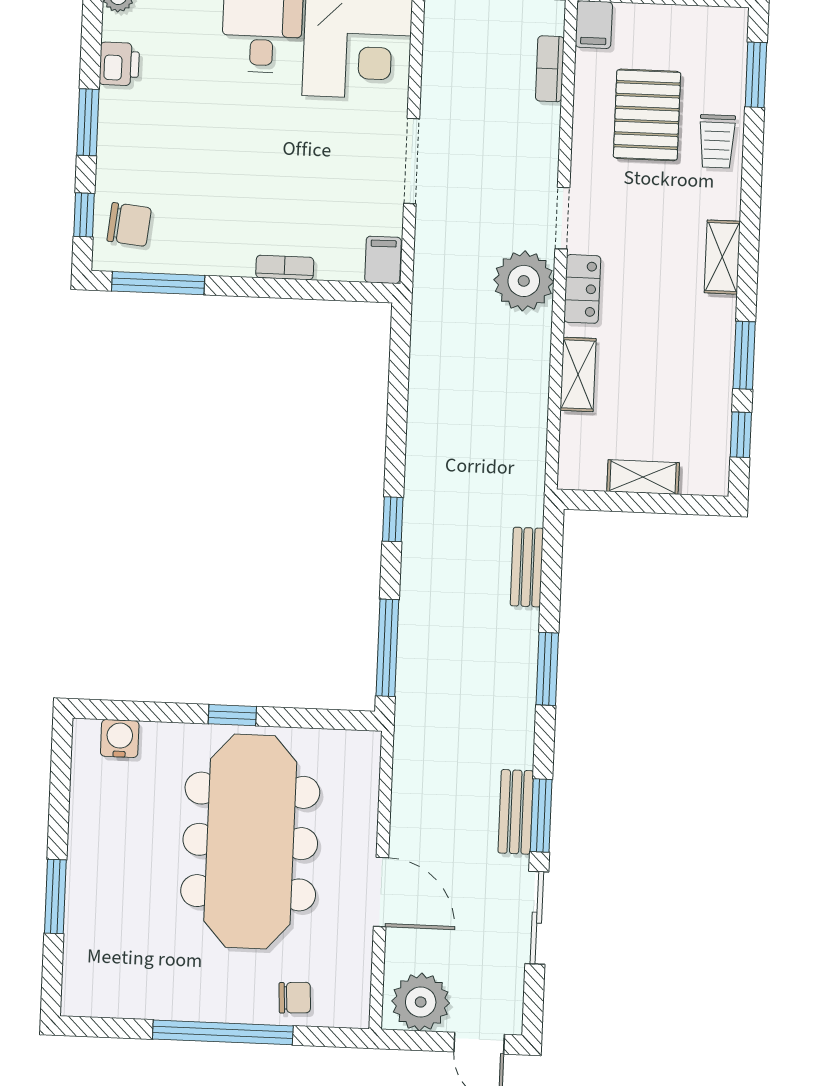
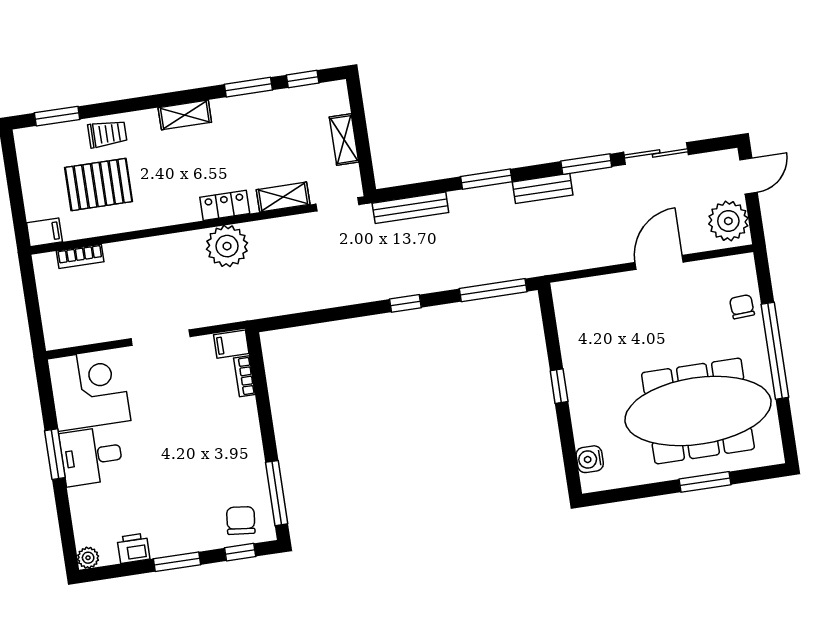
doorway: (562, 218) -> (338, 204), moved
bookcase: (285, 268) -> (244, 376), moved
bench: (527, 567) -> (410, 208), width x1.36
bench: (516, 812) -> (543, 188), moved
meeting table: (250, 841) -> (698, 411), moved

